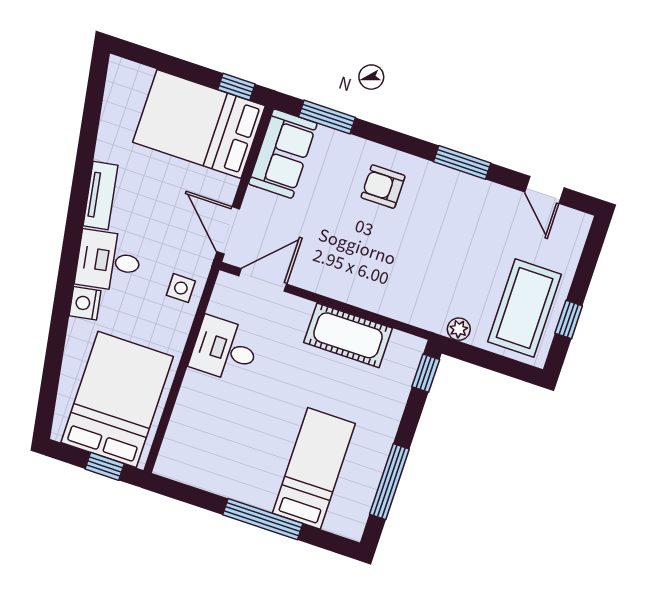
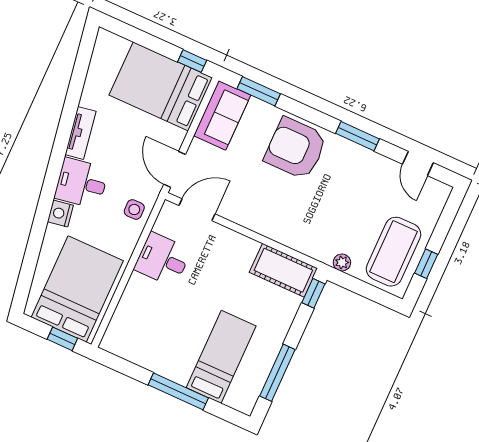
armchair: (383, 187) -> (296, 148), width x1.88, depth x1.88
cot: (348, 335) -> (283, 270), moved

